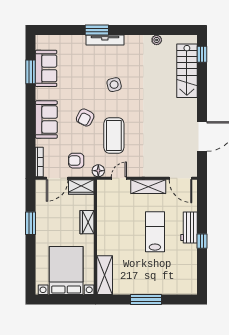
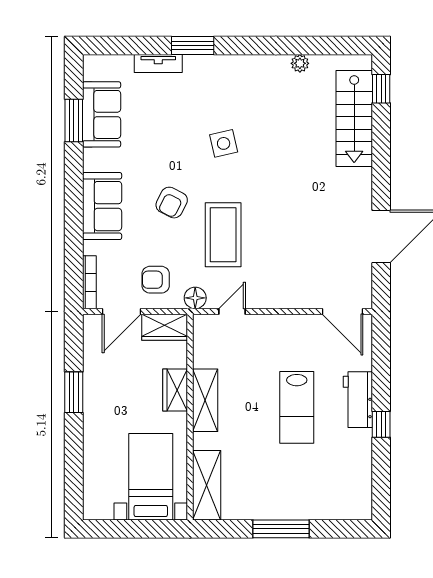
tv unit: (105, 40) -> (158, 63), moved, width x0.71
shelving: (148, 187) -> (205, 400), moved, turned 90
lab bench: (155, 232) -> (297, 407), turned 180
bed with nightstands: (66, 270) -> (151, 477), width x0.73

